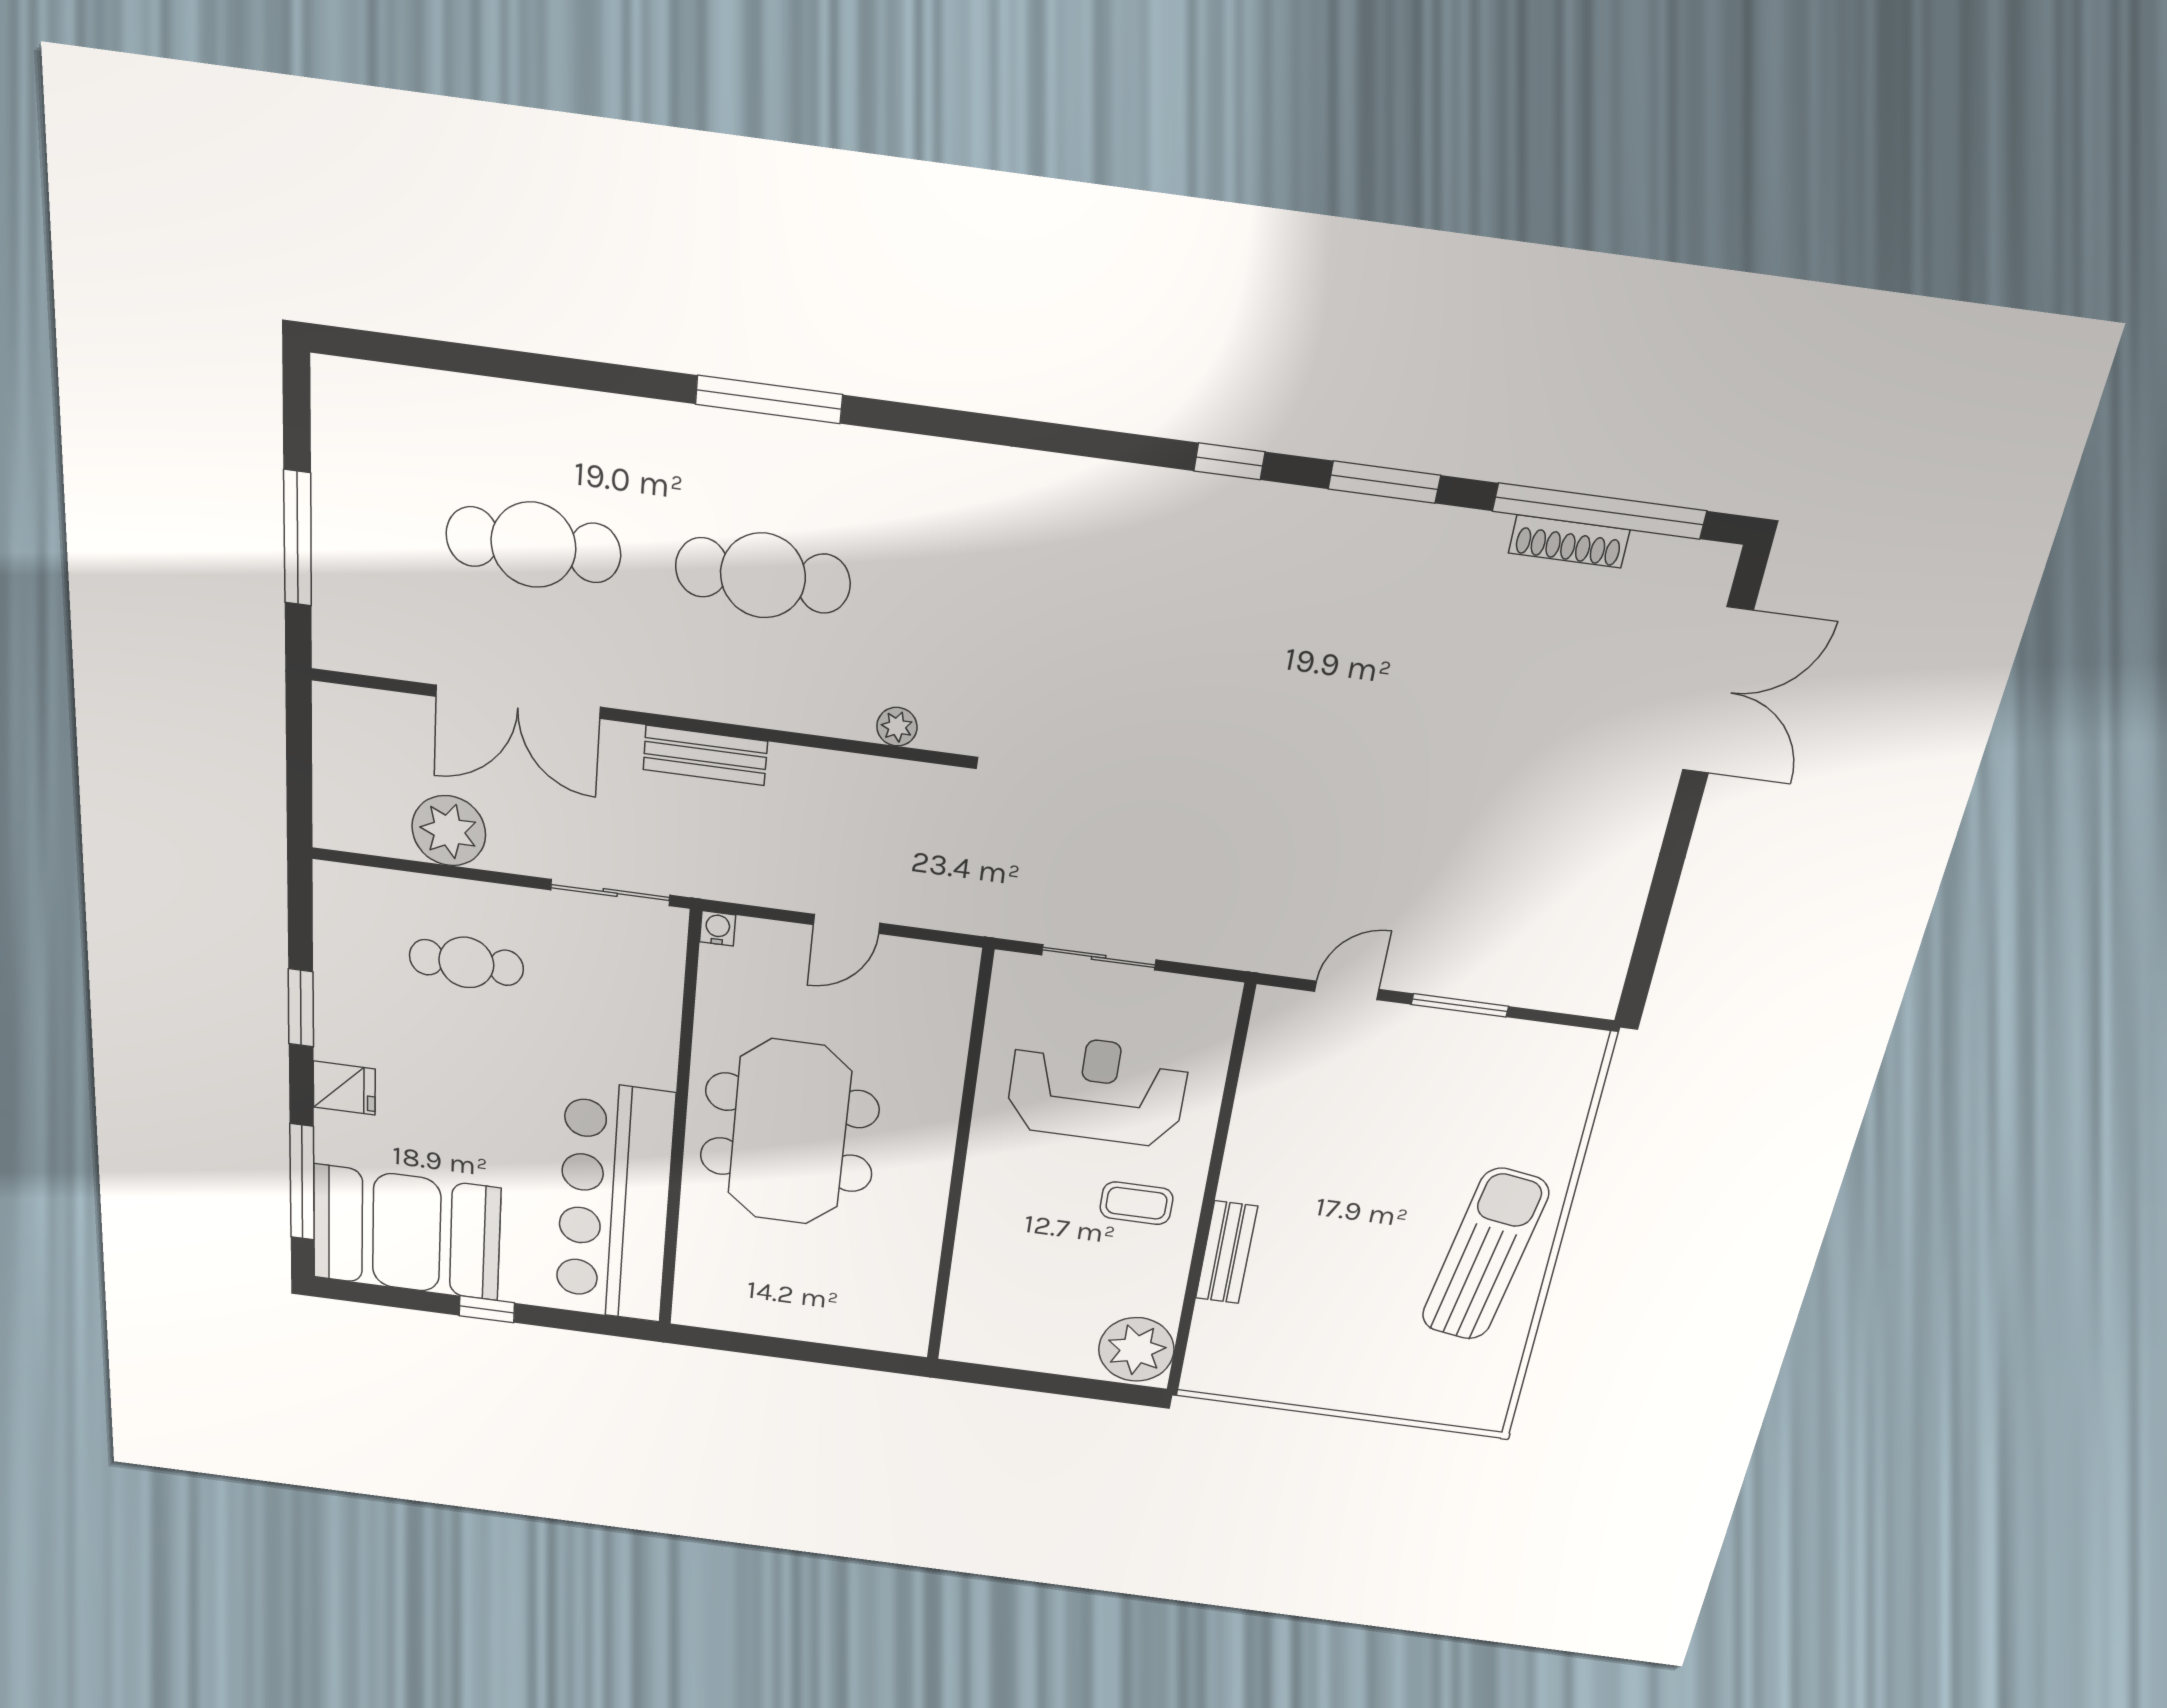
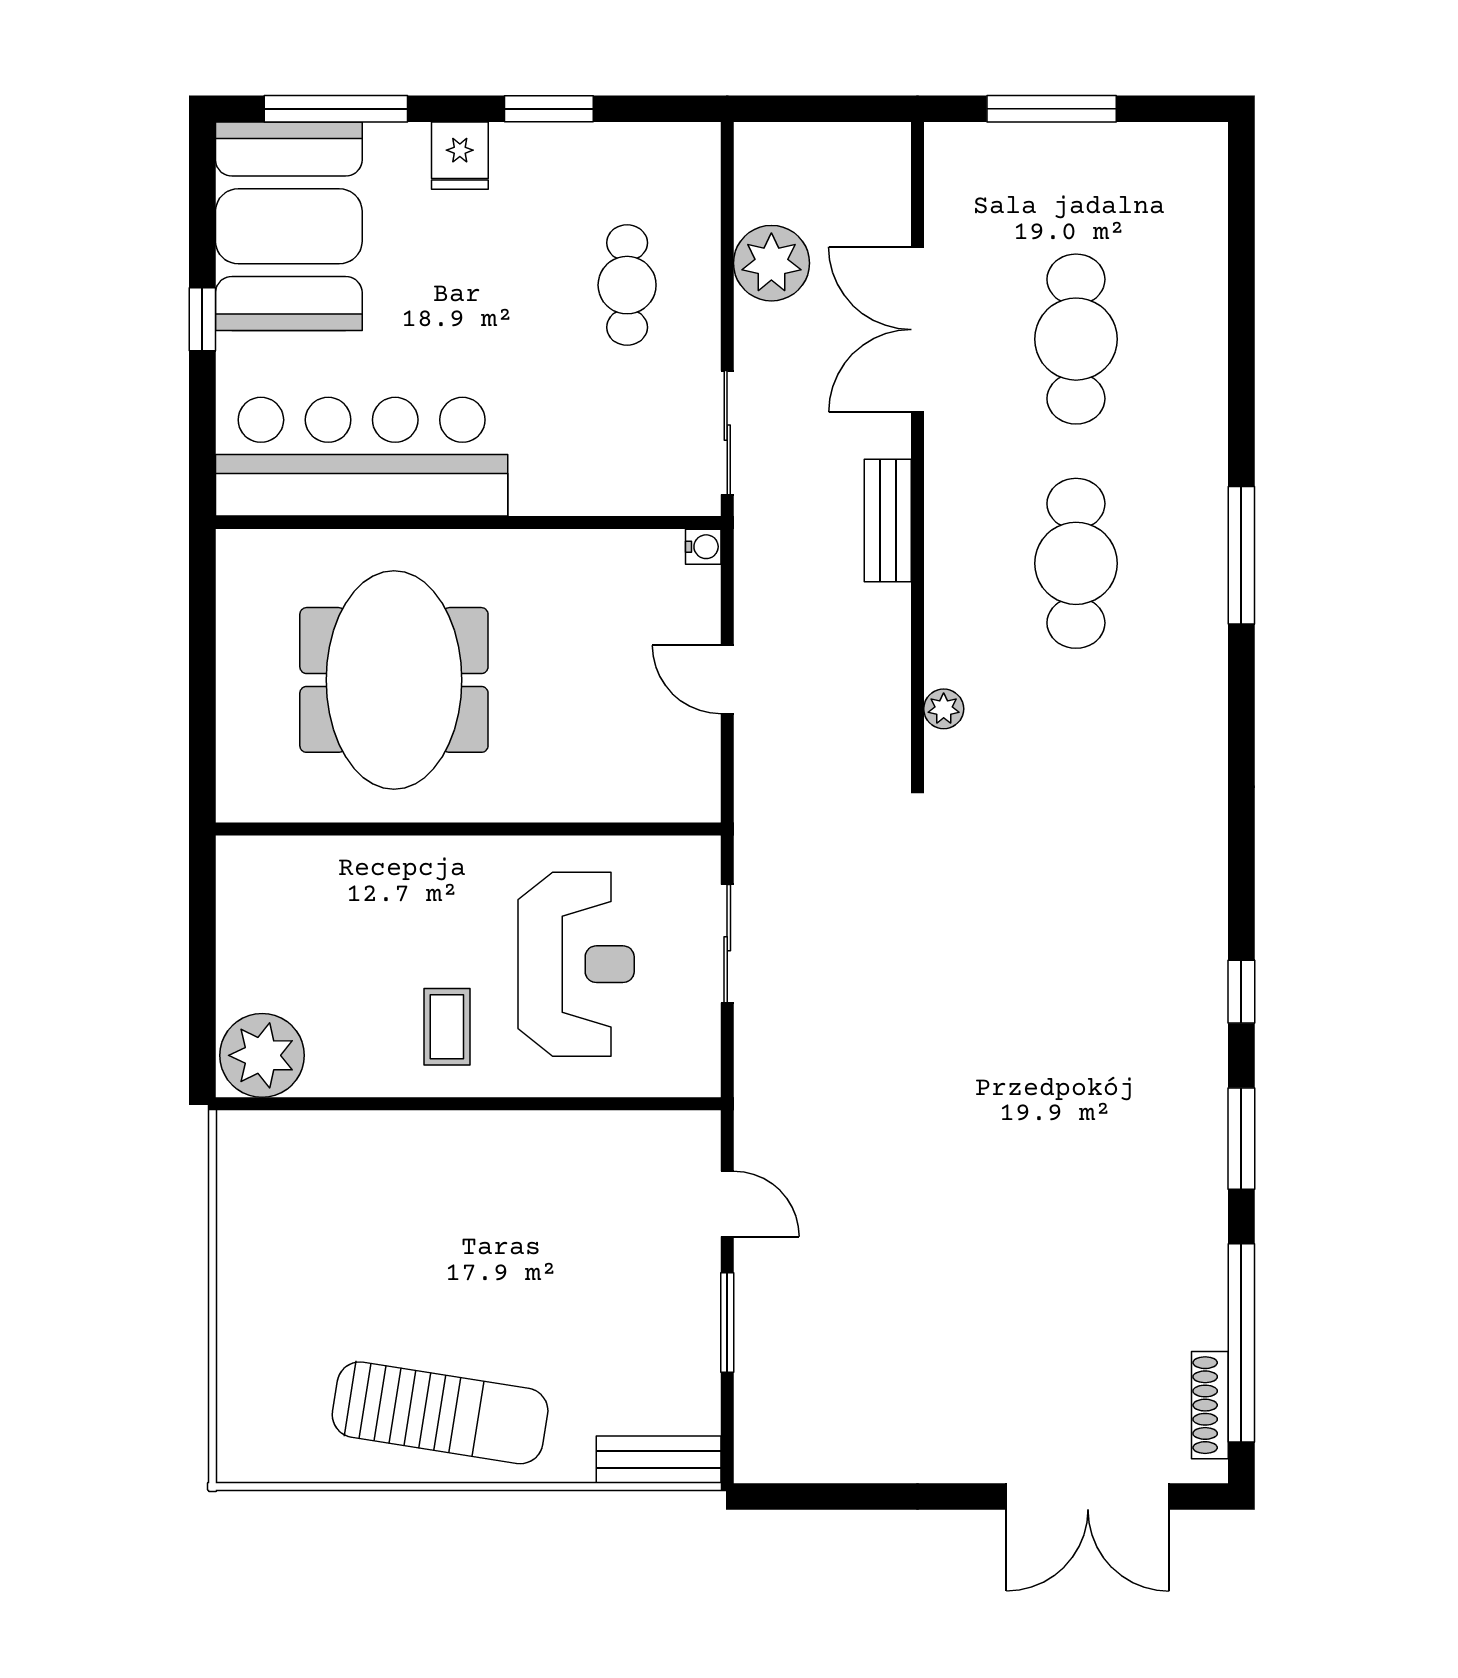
shoe rack: (1569, 541) -> (1210, 1405), moved
meeting table: (789, 1133) -> (394, 680), moved, turned 90
bench: (1226, 1252) -> (659, 1460), moved

